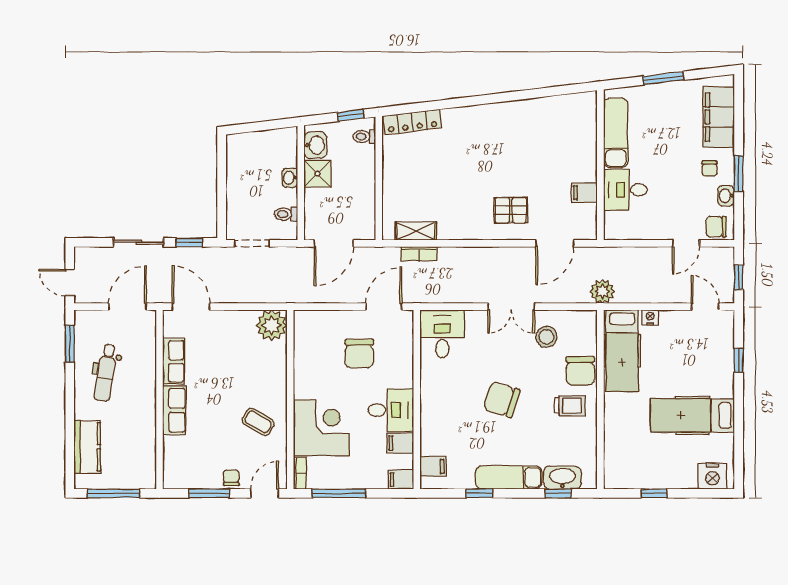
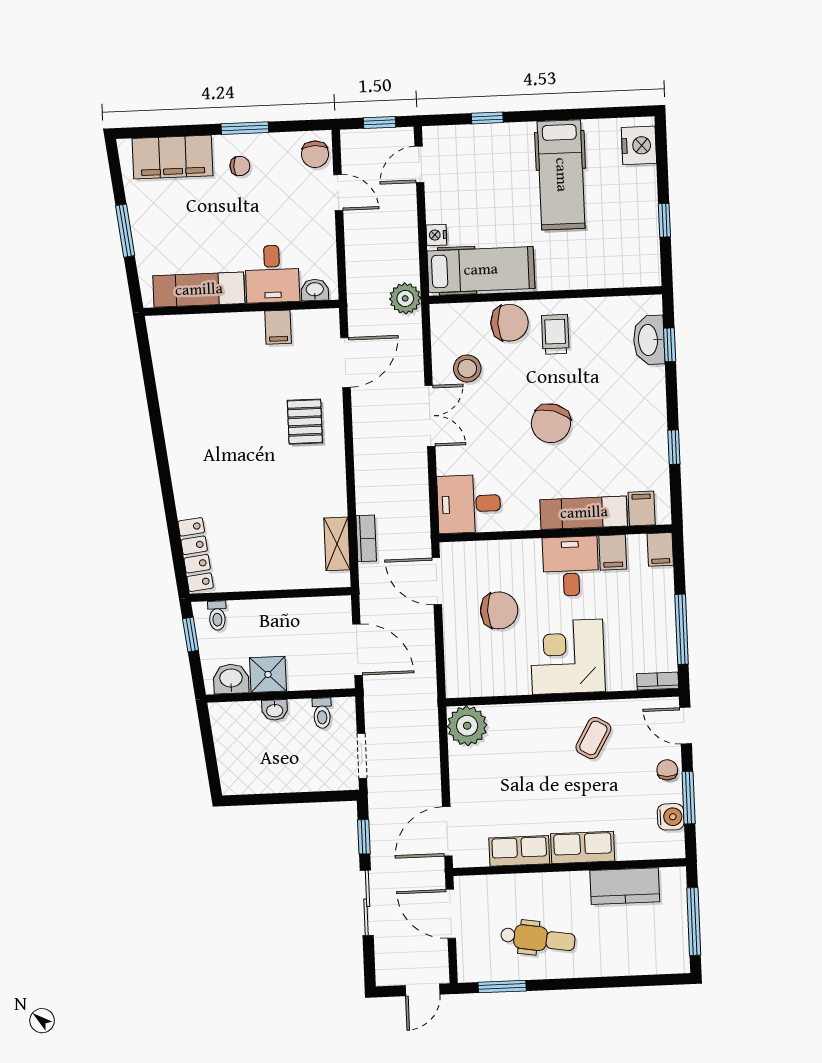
washbasin: (726, 196) -> (315, 290), moved, turned 180
door: (555, 243) -> (345, 363), hinge flipped
corner desk: (321, 428) -> (567, 657), moved
kitchen counter: (87, 447) -> (625, 886), moved, turned 180
chair: (231, 478) -> (667, 770), turned 90
exam couch: (509, 478) -> (584, 513), moved, turned 90
water cooler: (195, 479) -> (671, 817), added

